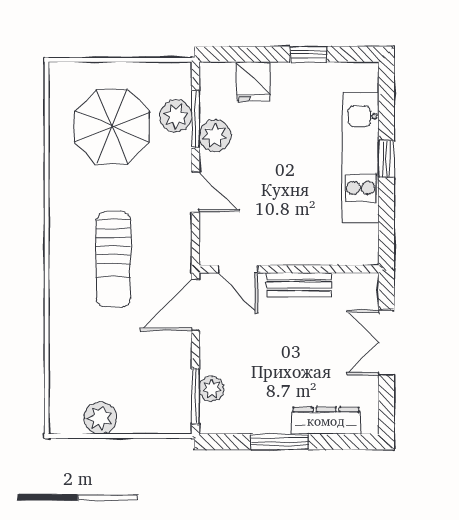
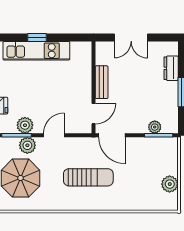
plant: (176, 116) -> (27, 145), moved
dresser: (326, 421) -> (171, 68), width x0.70

